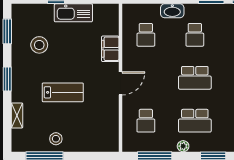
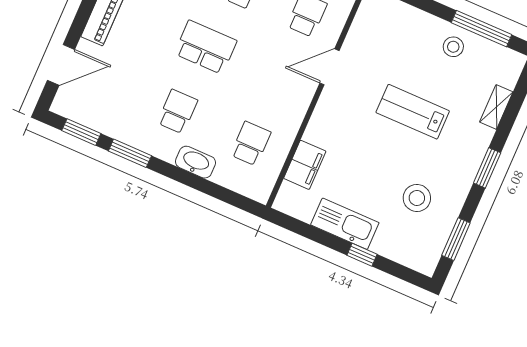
filing cabinet: (110, 49) -> (305, 165), moved
door: (120, 83) -> (329, 67), moved

